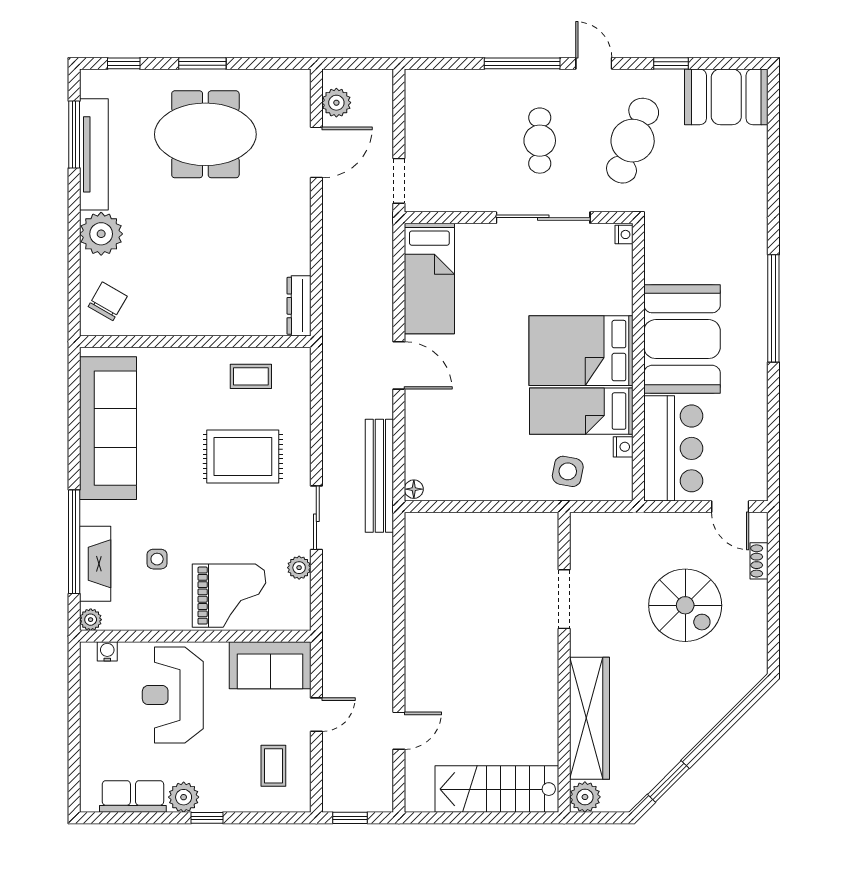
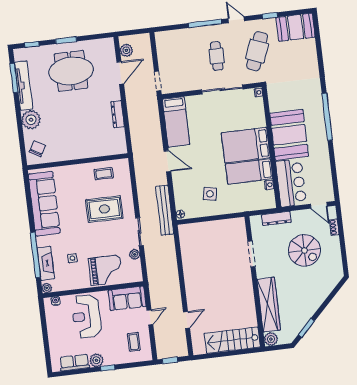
dresser: (299, 306) -> (118, 114), moved
side table: (568, 471) -> (210, 194), moved
dresser: (631, 525) -> (276, 218), added

